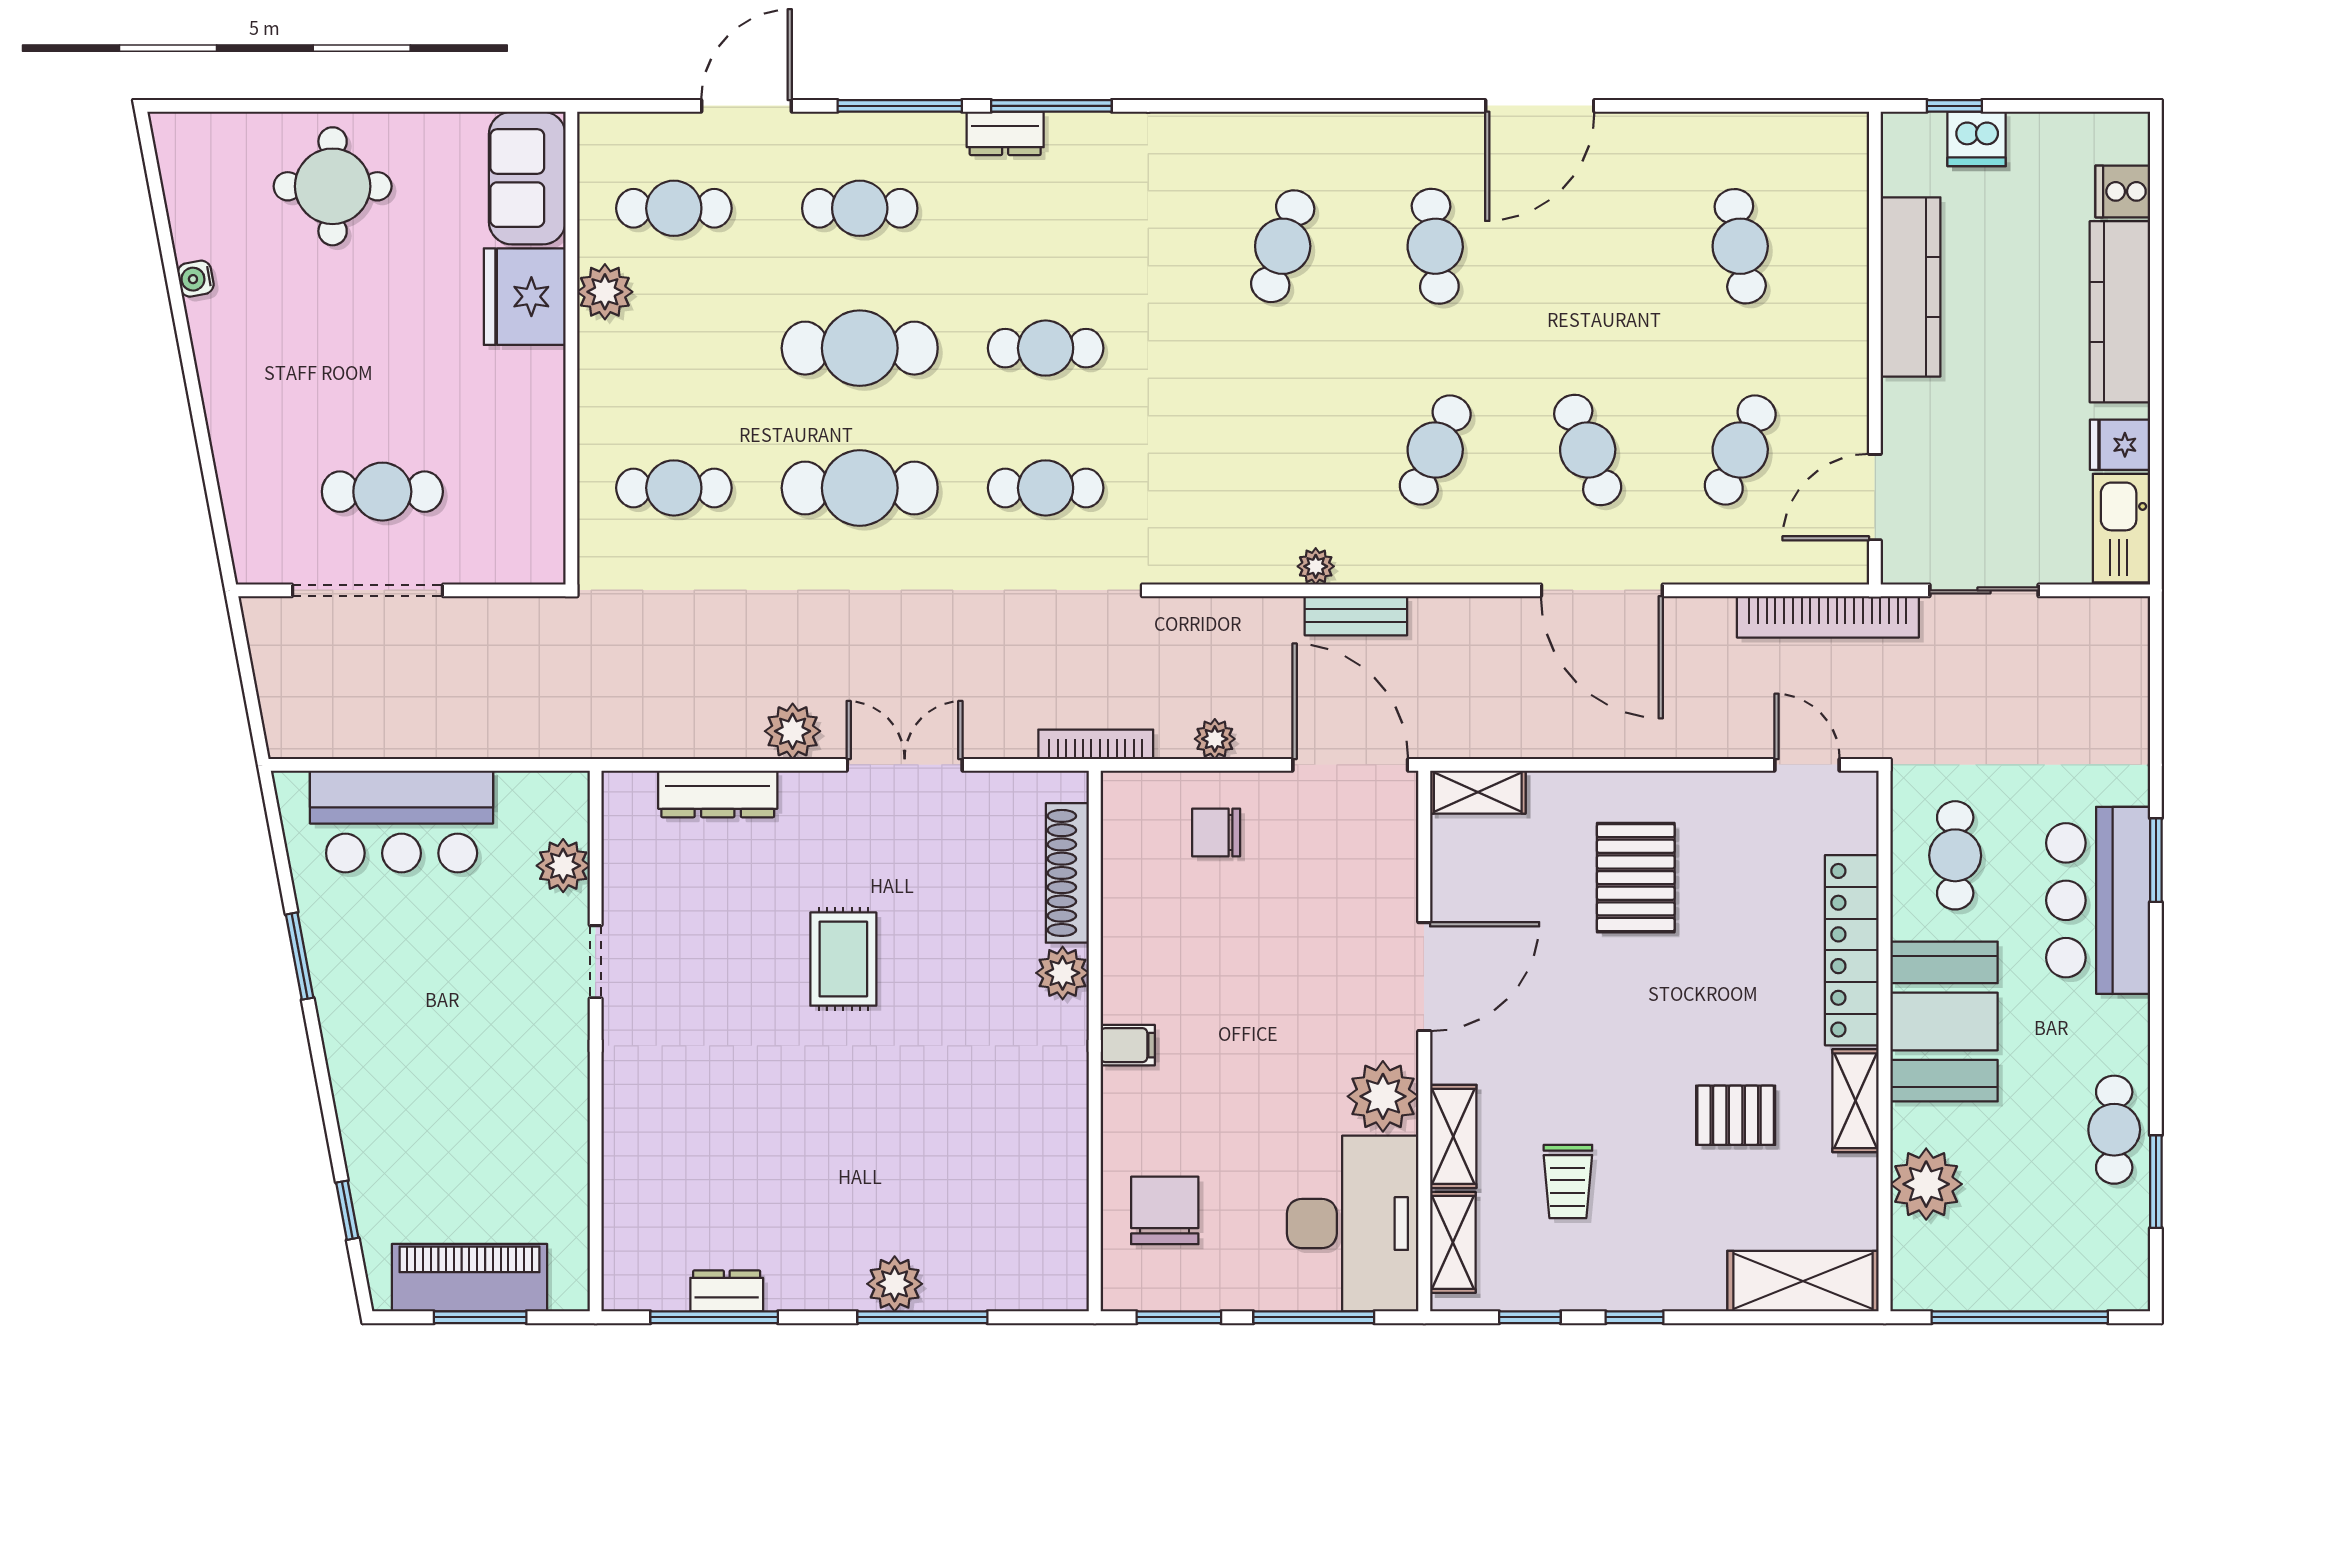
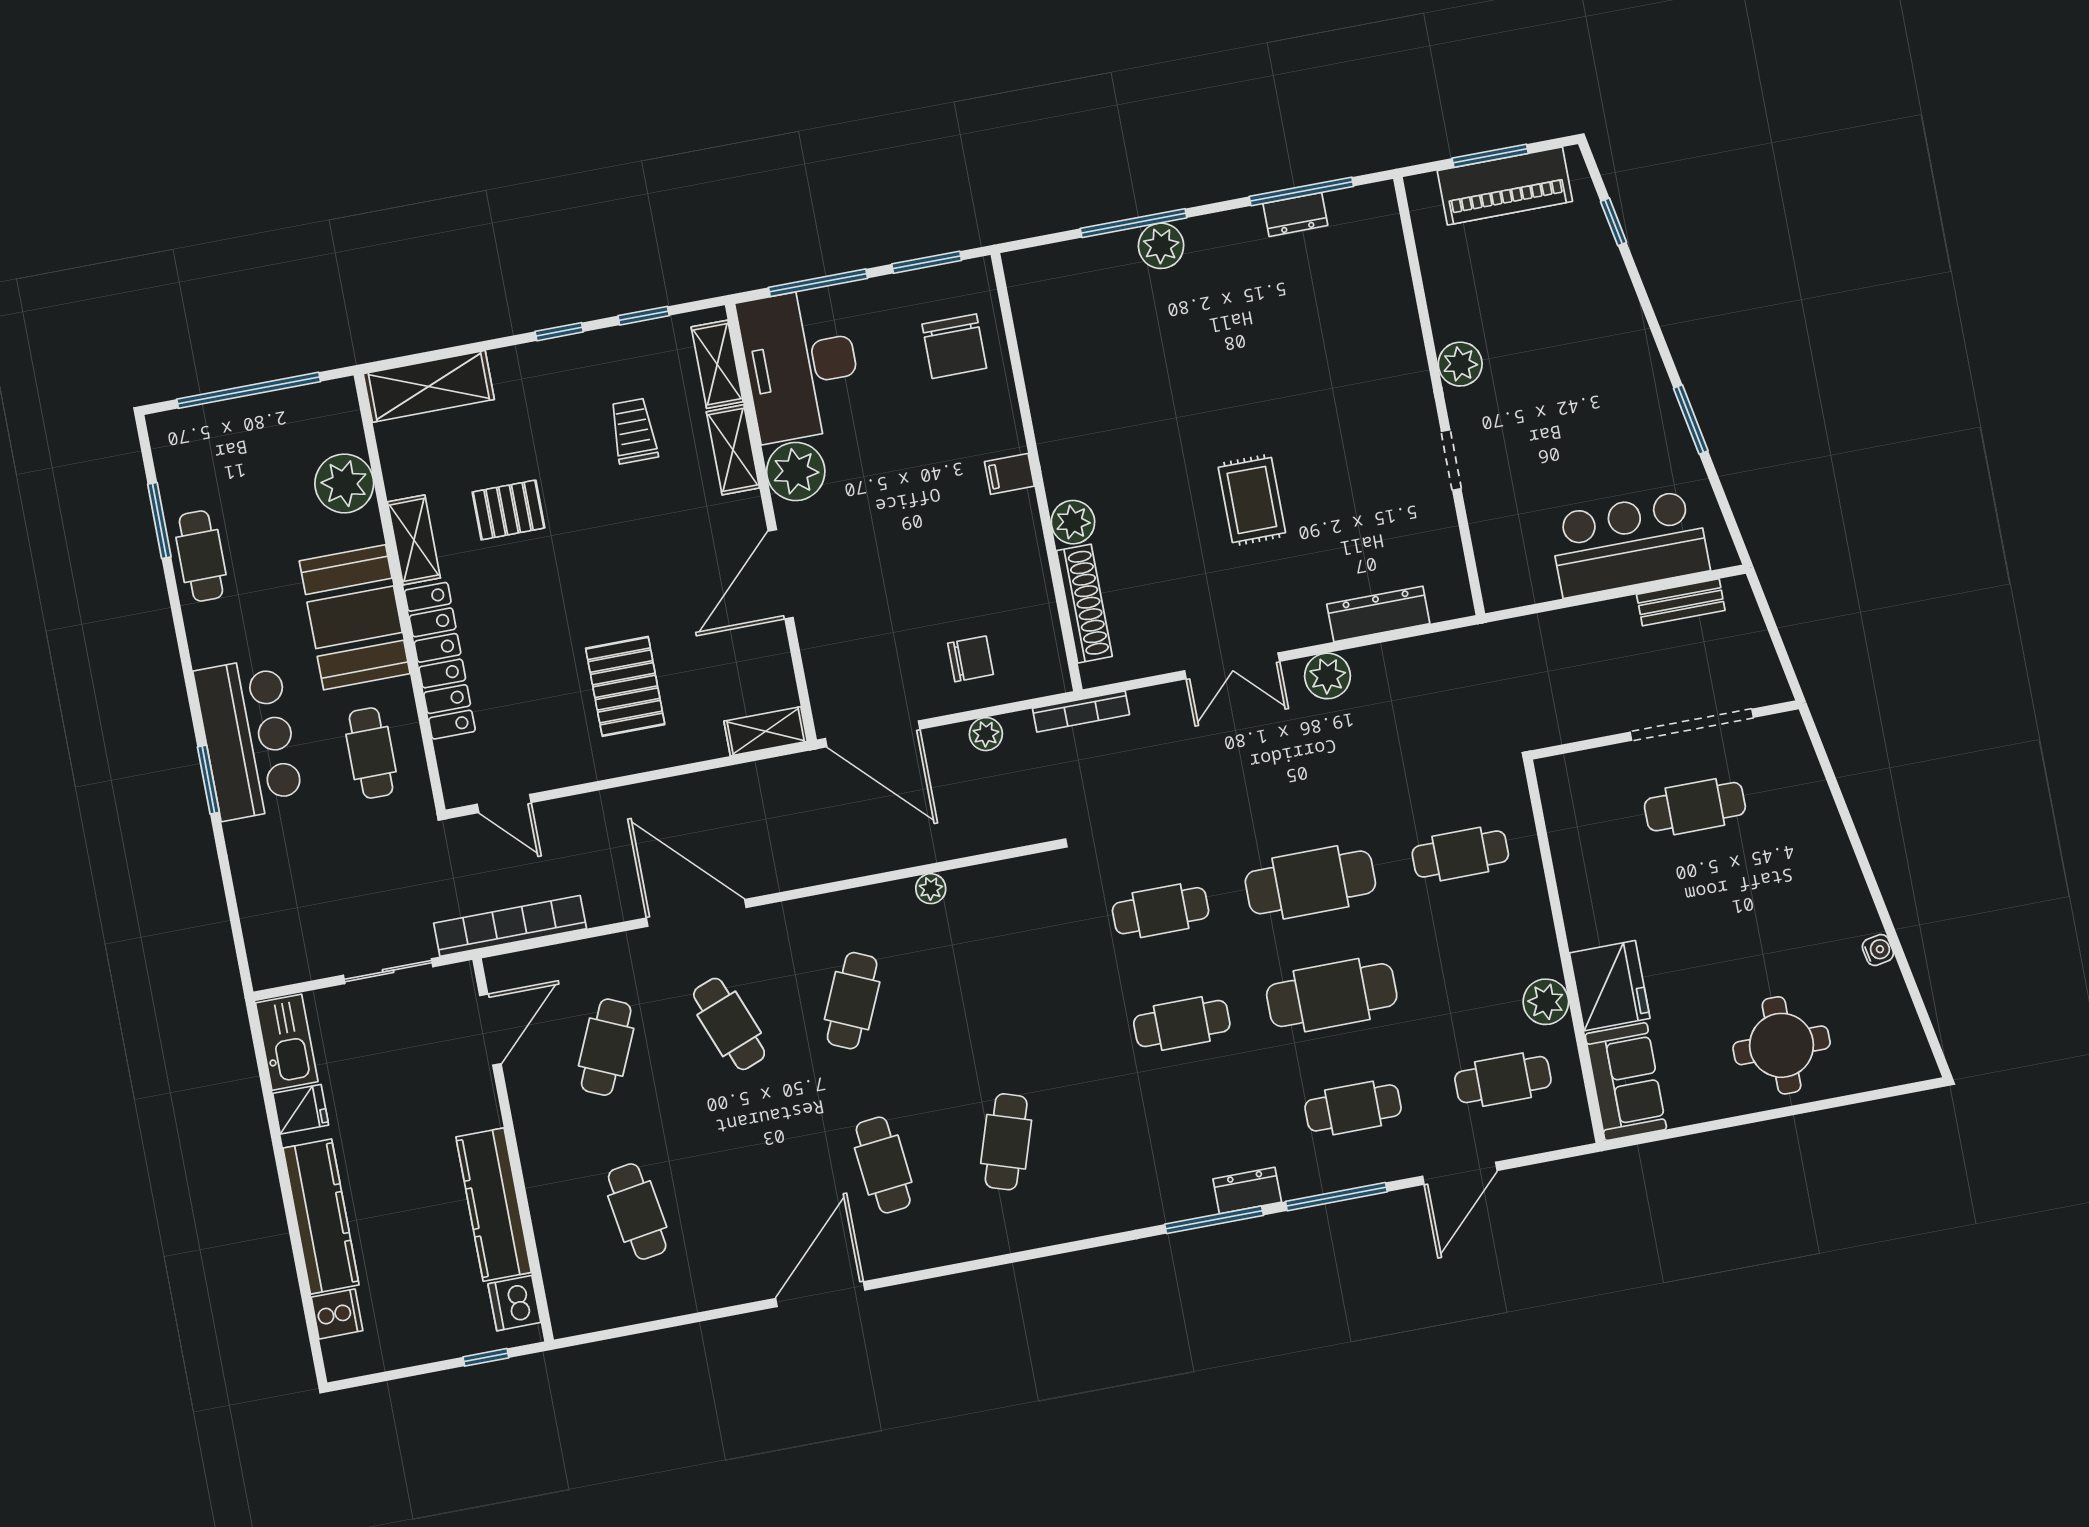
dishwasher: (1977, 139) -> (514, 1303), moved, turned -90
bench: (1356, 616) -> (1681, 602), moved
plant: (563, 866) -> (1460, 364), moved

